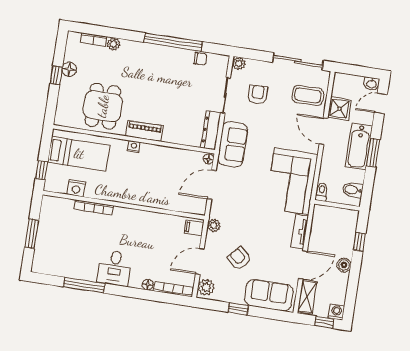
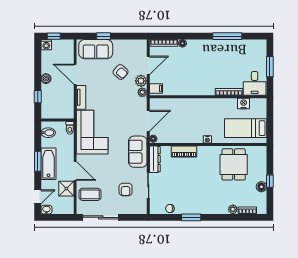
window: (173, 42) -> (191, 217), width x0.47
plant: (239, 63) -> (142, 209), removed
piano: (144, 131) -> (184, 151), moved
window: (42, 170) -> (270, 113), removed
door: (303, 265) -> (75, 74), hinge flipped
desk: (115, 268) -> (255, 83), moved, turned 180
plant: (206, 287) -> (141, 81), moved
shelving: (307, 297) -> (68, 52), removed
window: (238, 309) -> (104, 36), moved

